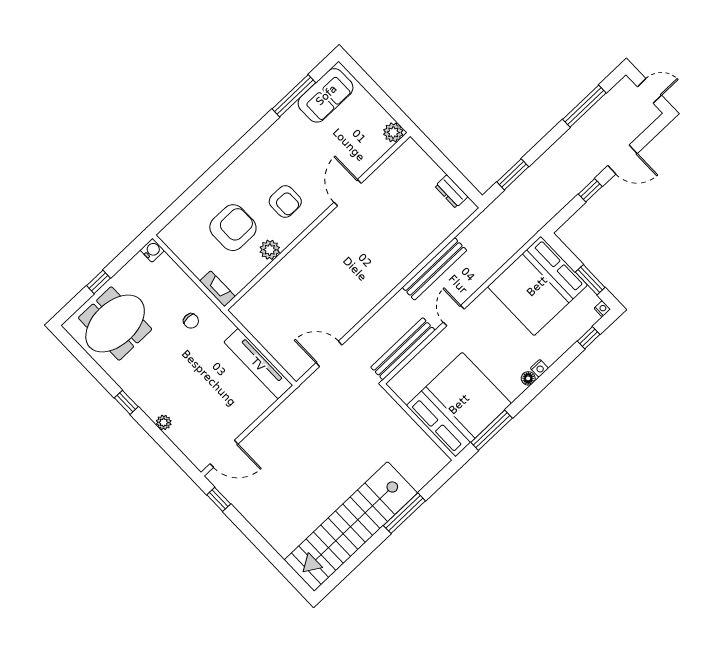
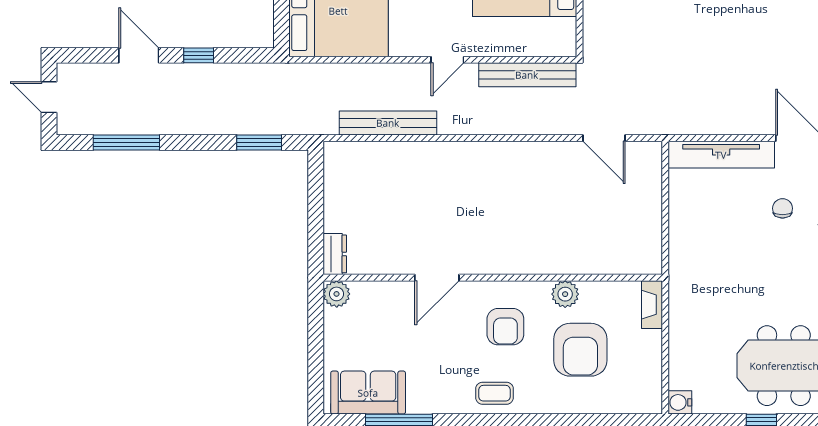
coffee table: (257, 160) -> (495, 393), added
dresser: (451, 191) -> (335, 254), moved
armchair: (285, 201) -> (505, 327), turned 180
armchair: (233, 228) -> (580, 350), turned -90
bench: (434, 269) -> (388, 123), moved
chair: (191, 321) -> (783, 208), moved
tv unit: (258, 364) -> (721, 155), moved, turned 90

